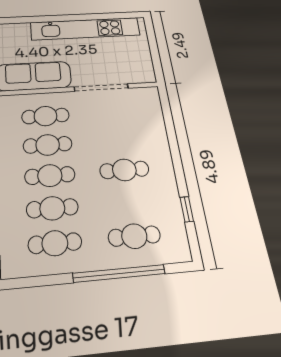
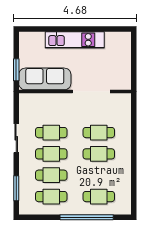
kitchen unit: (85, 29) -> (75, 40), width x0.73
cafe table: (45, 116) -> (99, 133), moved
window: (187, 209) -> (134, 183), removed

